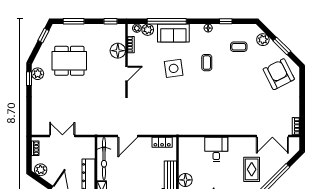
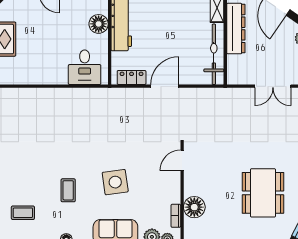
dining table: (69, 61) -> (263, 193), turned 90
door: (126, 74) -> (182, 160), moved
door: (128, 136) -> (165, 86), moved
desk: (216, 149) -> (85, 67), moved

